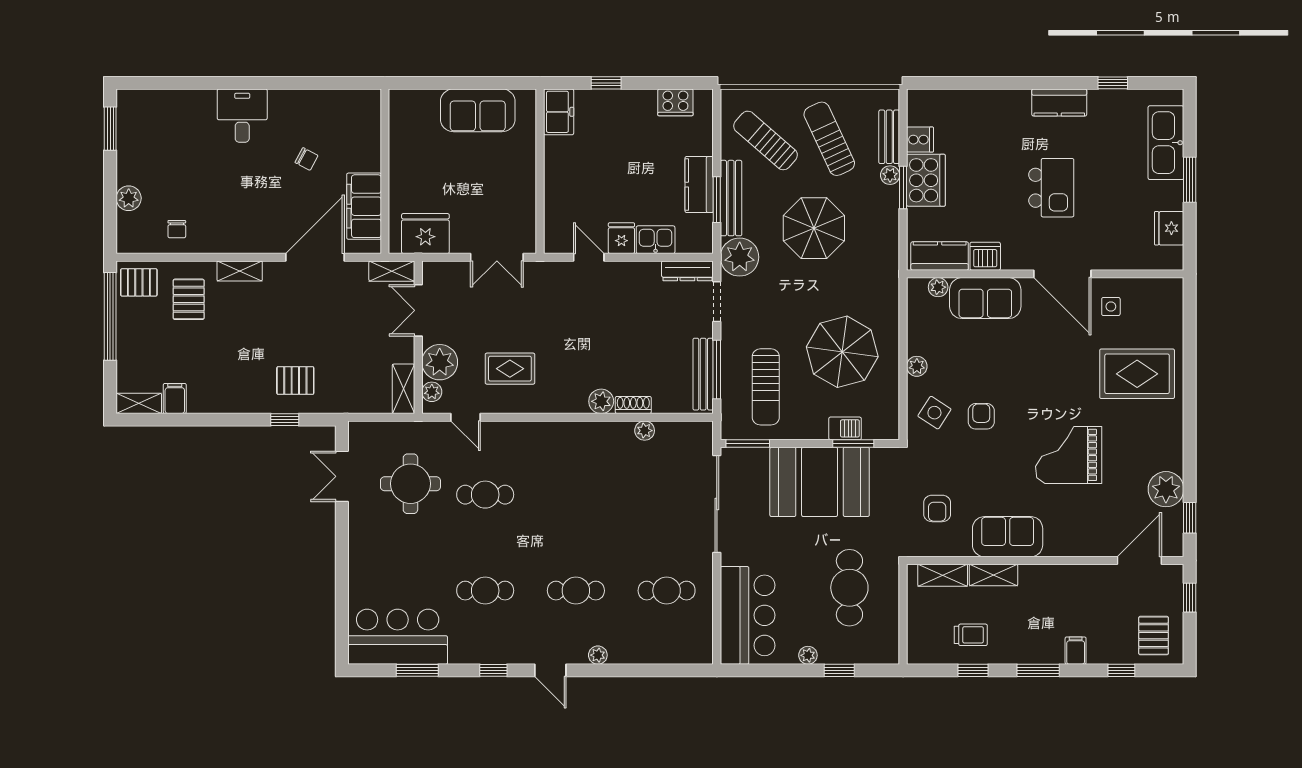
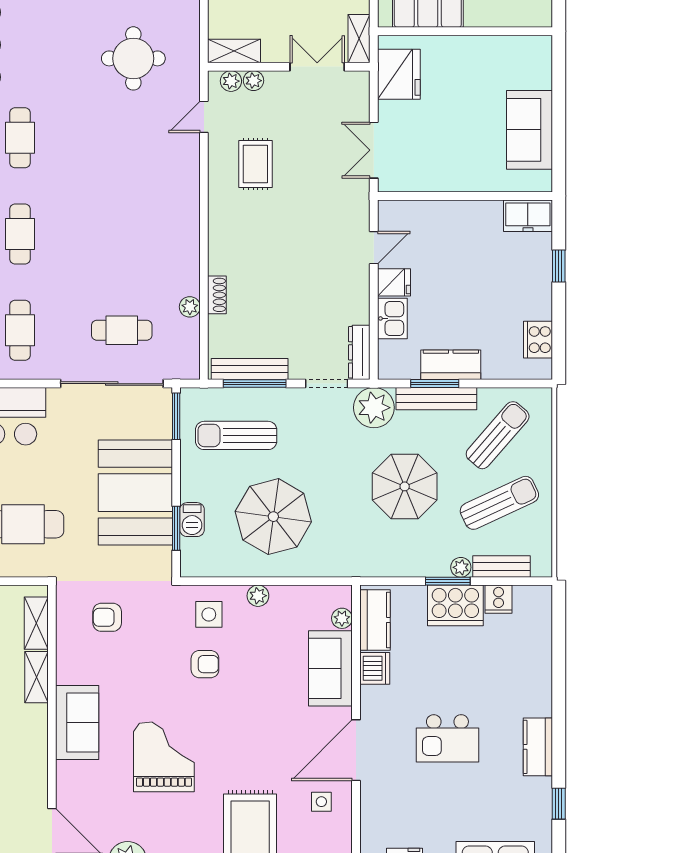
plant: (440, 362) -> (254, 81), width x0.53, depth x0.53
plant: (601, 401) -> (221, 261), removed
side table: (934, 413) -> (209, 614), turned -33
cafe table: (485, 495) -> (122, 330), moved, turned 90
sofa: (1008, 537) -> (77, 722), moved

